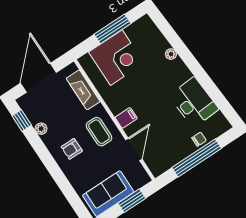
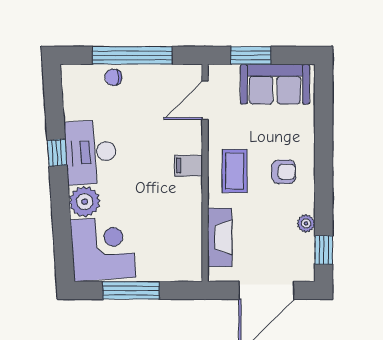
plant: (171, 54) -> (85, 202), width x1.87, depth x1.87
corner desk: (116, 58) -> (103, 249), moved, turned 86
window: (203, 78) -> (57, 153), added
desk: (194, 102) -> (91, 152), moved
door: (134, 149) -> (205, 100), moved

